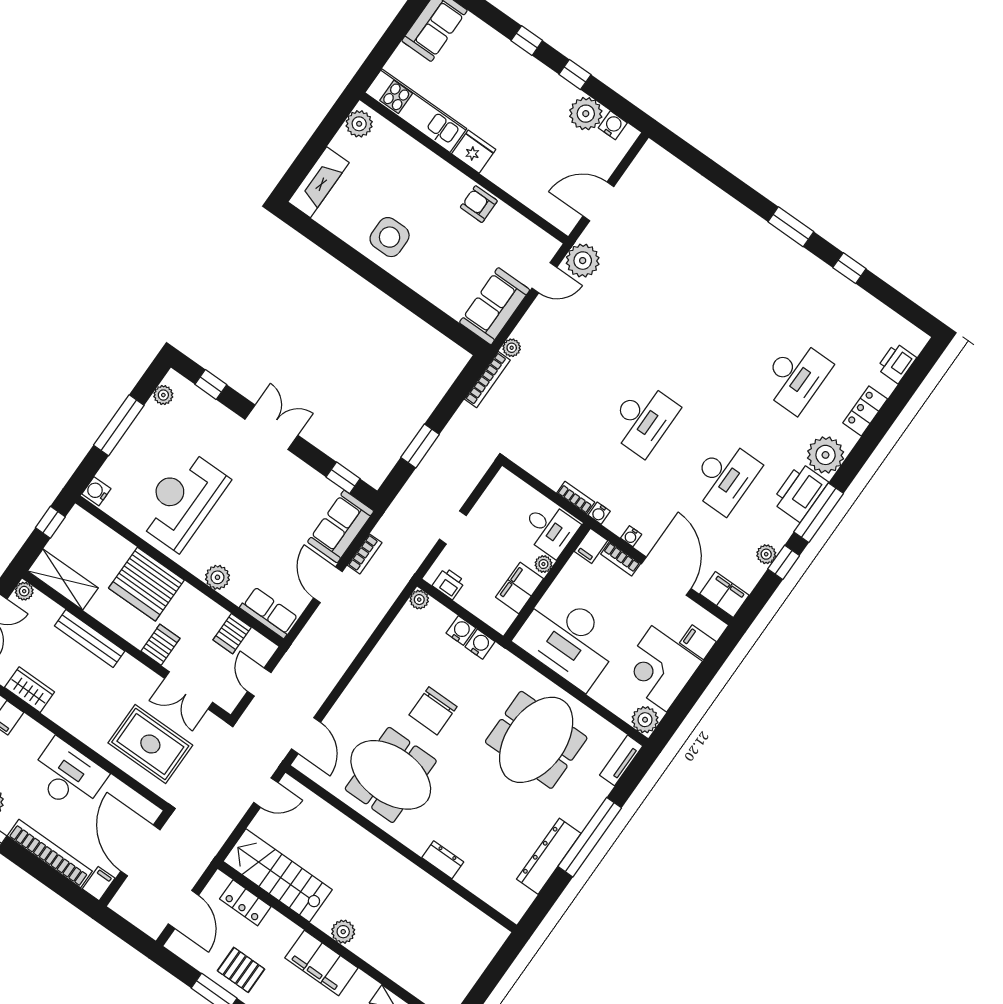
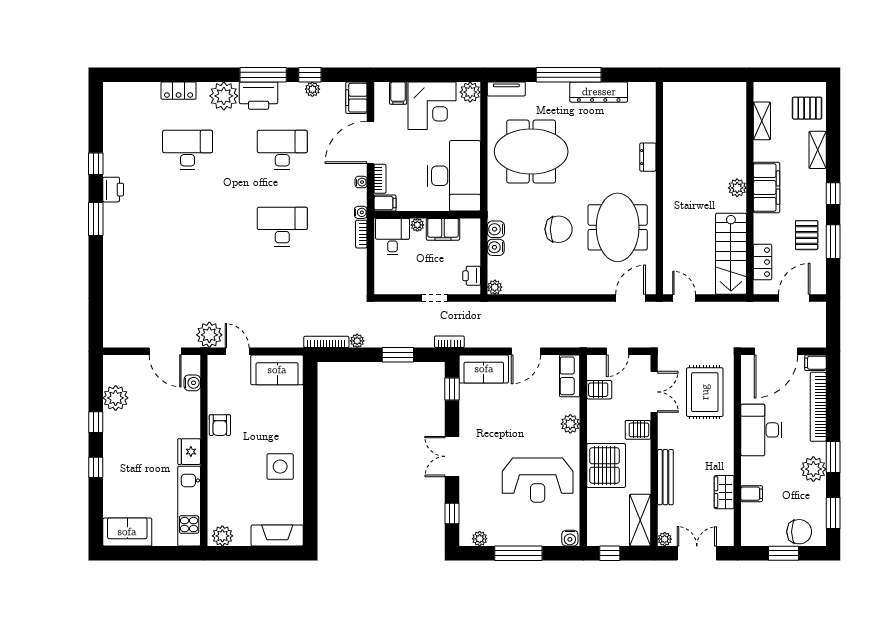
water cooler: (613, 125) -> (192, 383), moved, turned 180
plant: (512, 348) -> (357, 341), moved
printer: (897, 363) -> (113, 190), moved, turned -90
bookcase: (365, 554) -> (449, 342), moved

